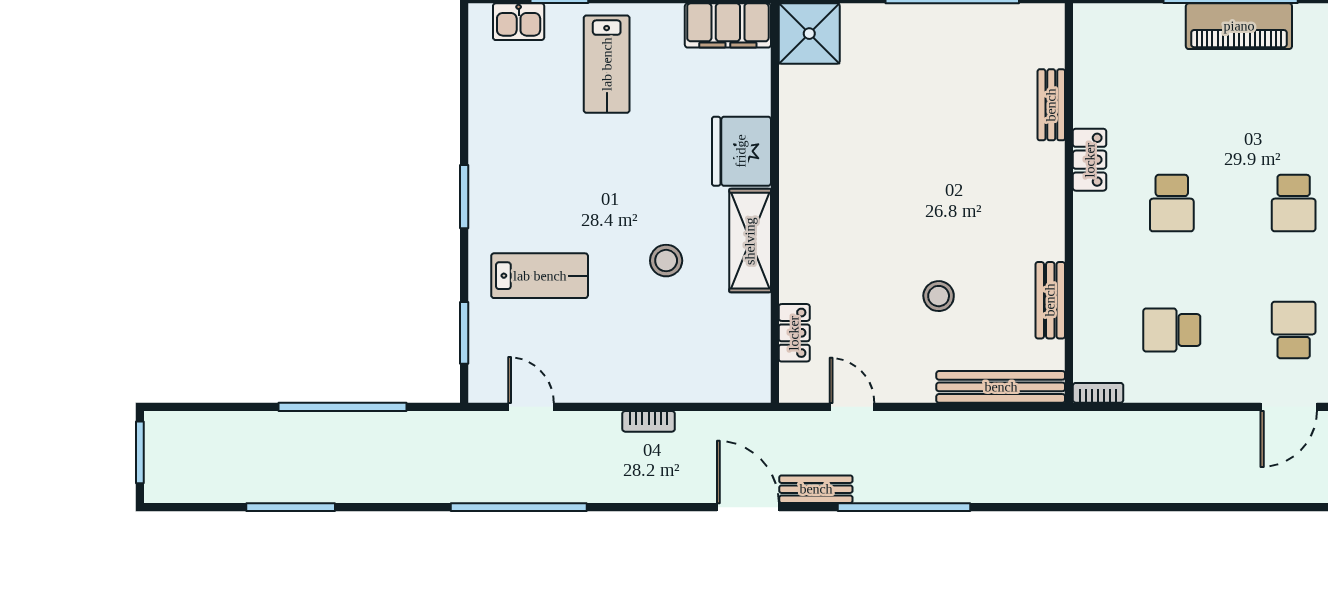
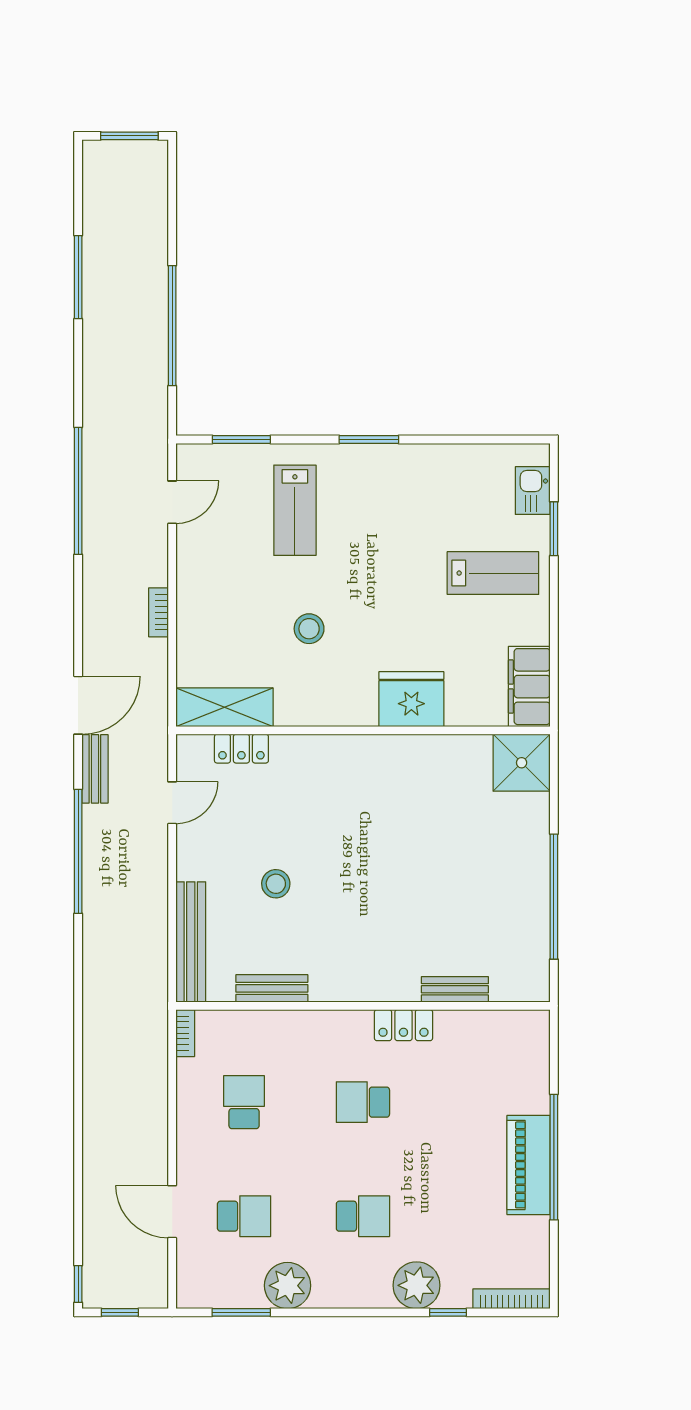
lab bench: (607, 64) -> (493, 573), turned 180
school desk: (1294, 203) -> (363, 1216), turned 180
shelving: (750, 241) -> (224, 707), moved

